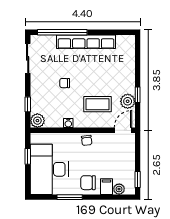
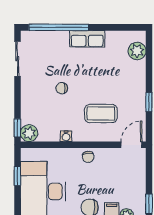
row of seats: (86, 42) -> (87, 39), width x0.50
plant: (128, 101) -> (137, 51), moved
window: (28, 104) -> (17, 128), moved

